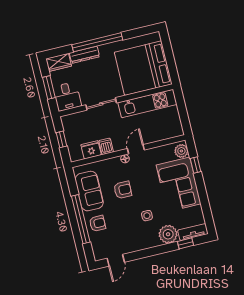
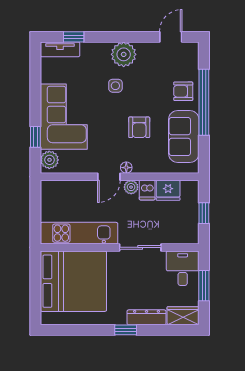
window: (97, 42) -> (126, 330), width x0.32
plant: (118, 146) -> (131, 187), added
armchair: (123, 190) -> (139, 127), turned -91
plant: (168, 234) -> (124, 54), moved

